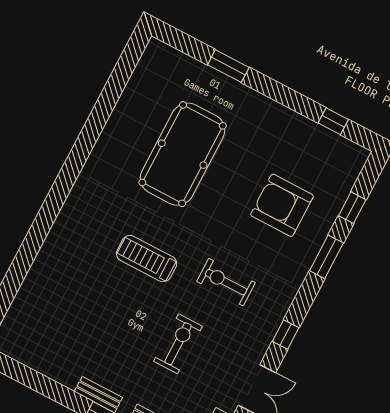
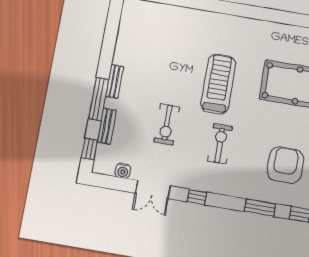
treadmill: (147, 259) -> (218, 84), width x1.37, depth x1.38
exercise bike: (178, 344) -> (167, 125), turned 90

